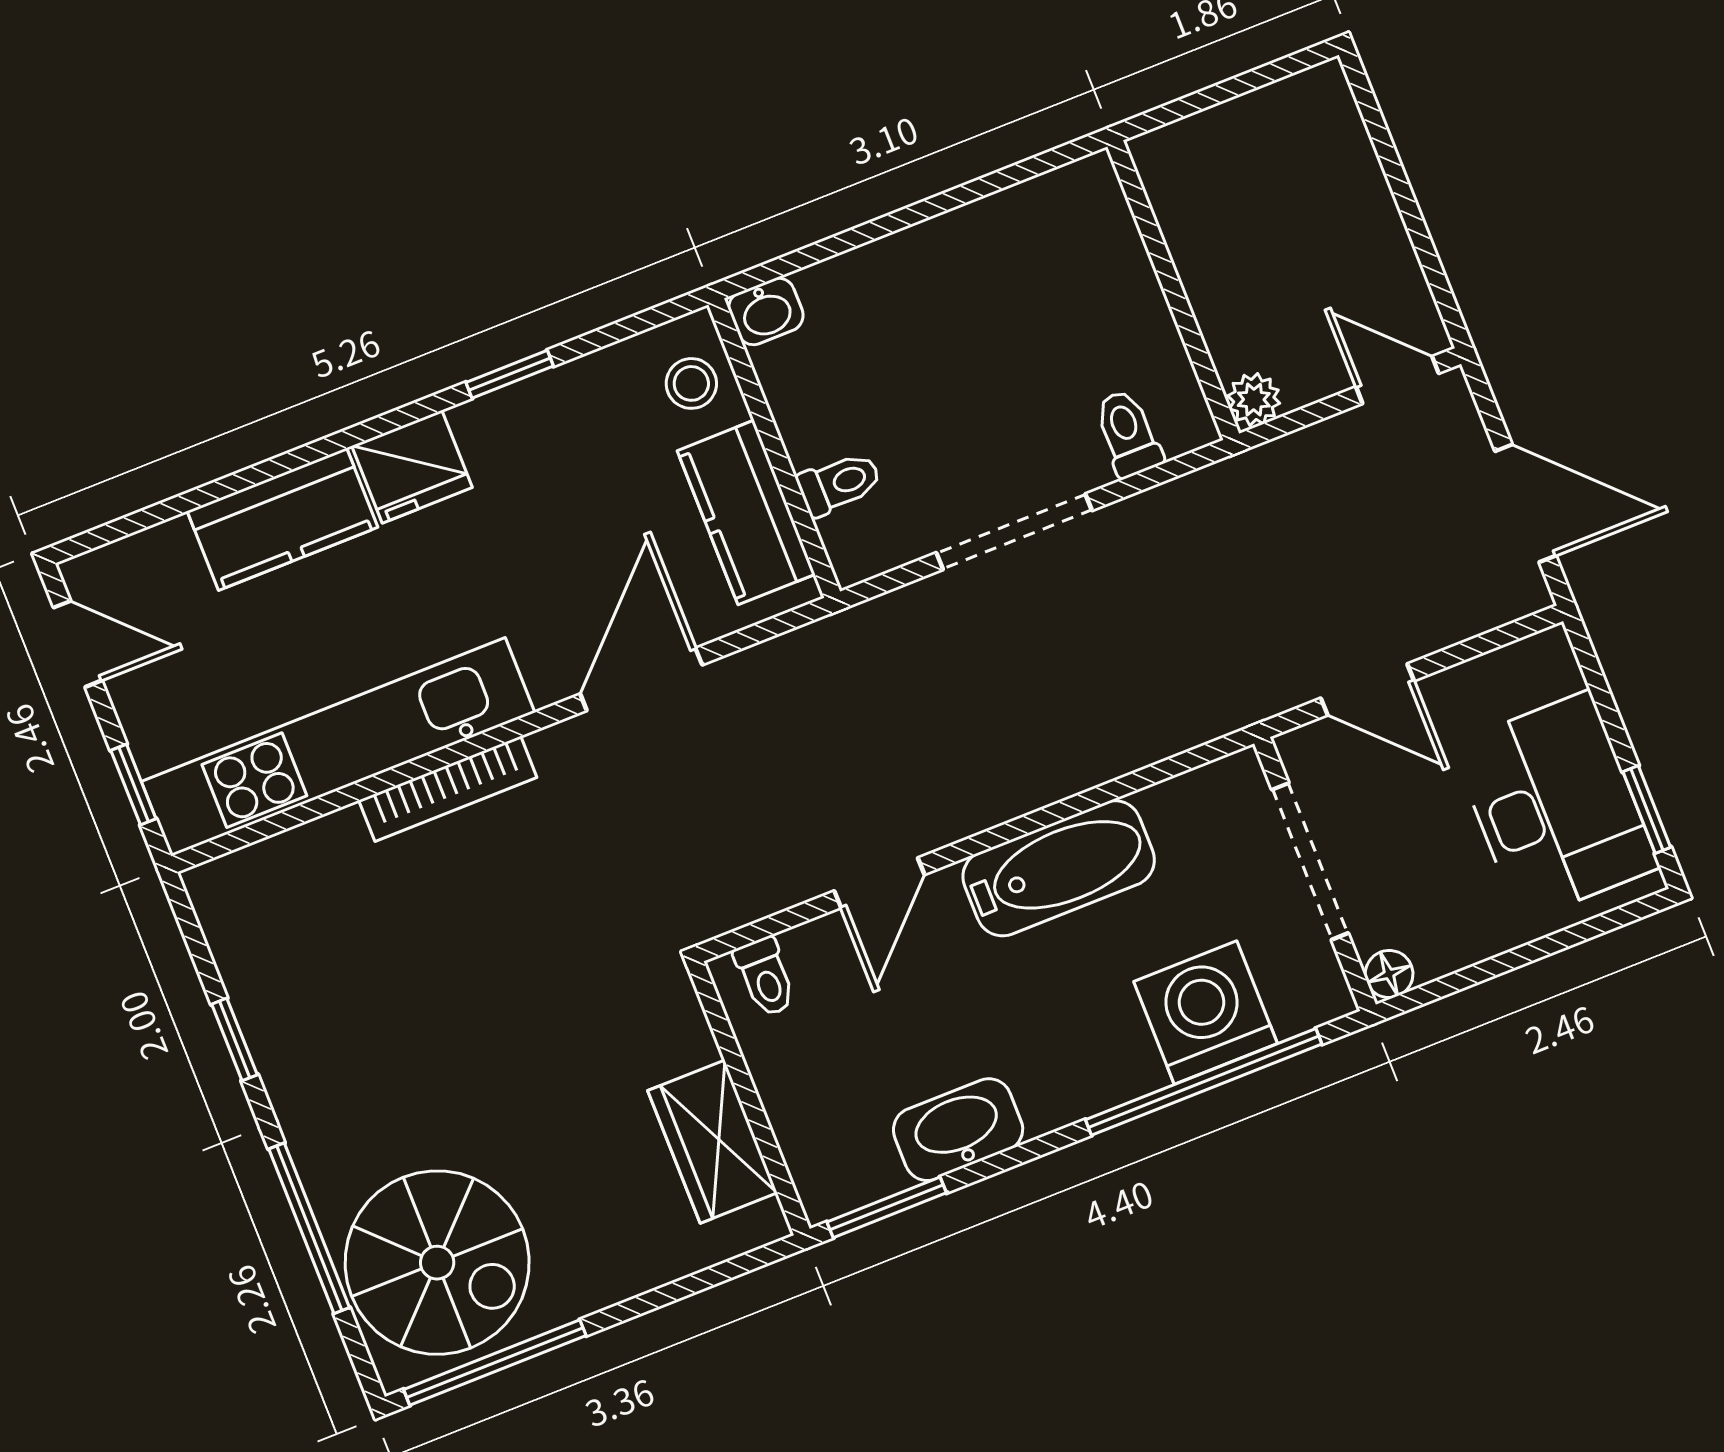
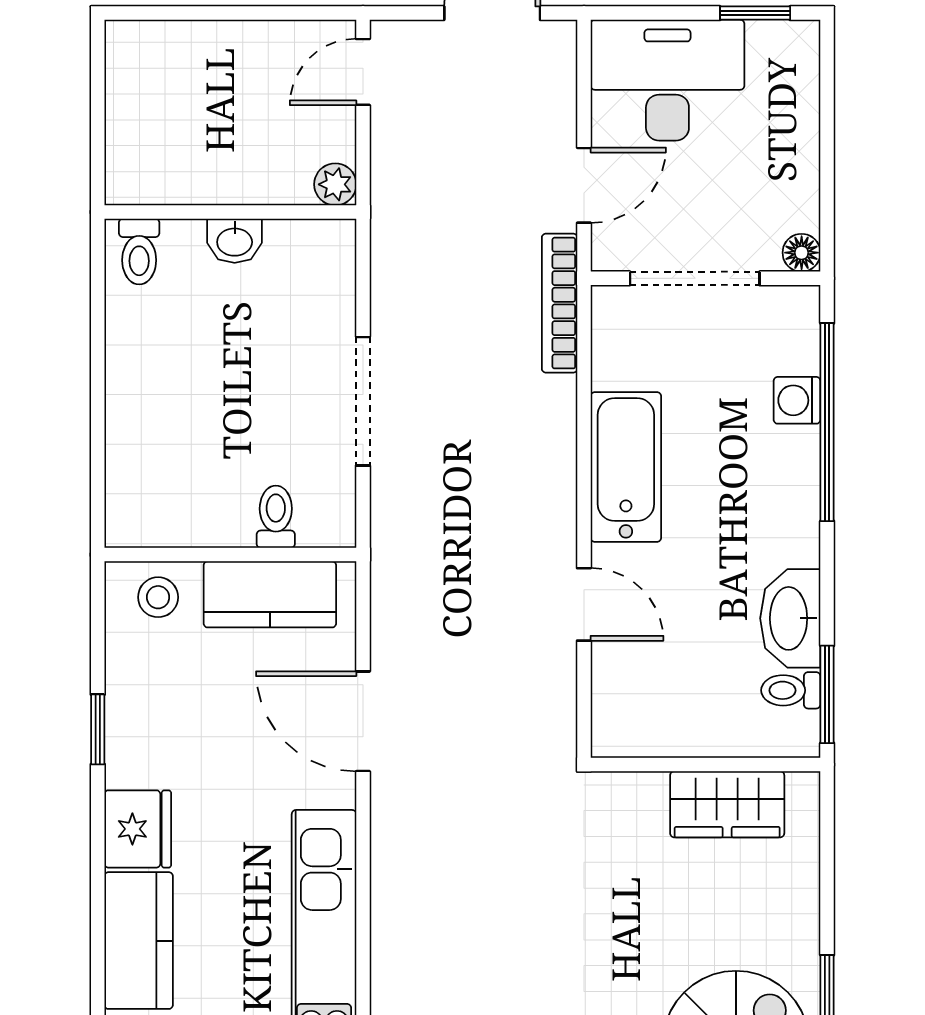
washbasin: (766, 311) -> (235, 241), moved, turned 90
toilet: (1128, 433) -> (139, 252), moved, turned -90
bookcase: (448, 789) -> (560, 303), moved, turned 180
desk: (1555, 806) -> (667, 80), moved
toilet: (765, 977) -> (791, 690), moved, turned 180
washing machine: (1206, 1013) -> (797, 400), width x0.53, depth x0.53

